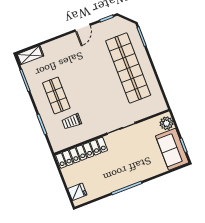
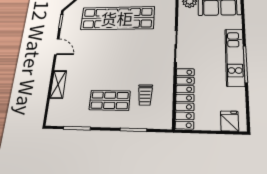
shelving: (30, 55) -> (58, 84), moved
kitchen unit: (129, 178) -> (235, 57), added

